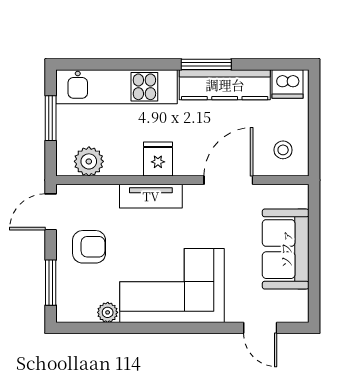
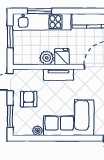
window: (206, 64) -> (40, 11), moved
plant: (89, 161) -> (47, 58), moved
armchair: (89, 247) -> (29, 99), turned -90

